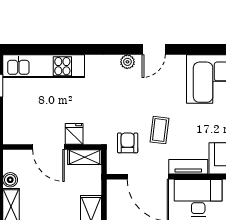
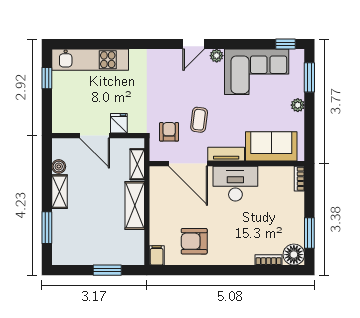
plant: (127, 62) -> (217, 56), moved
shelving: (85, 157) -> (137, 164), moved, turned 90

